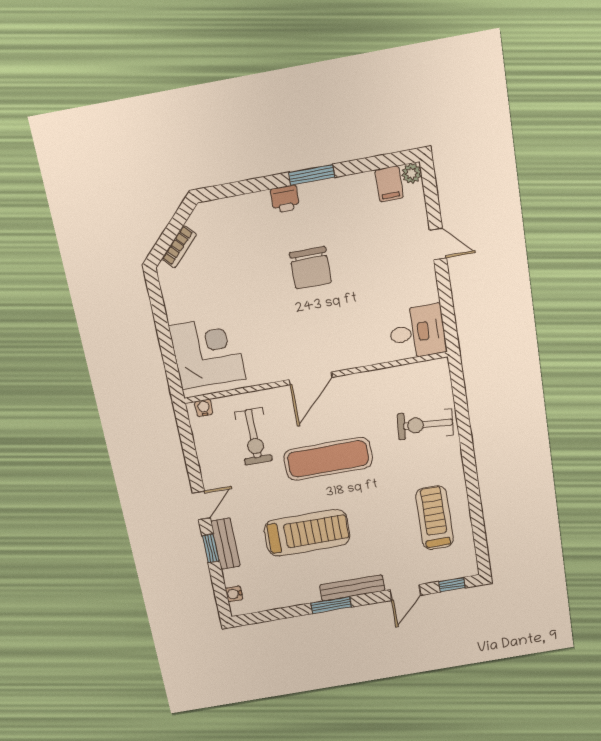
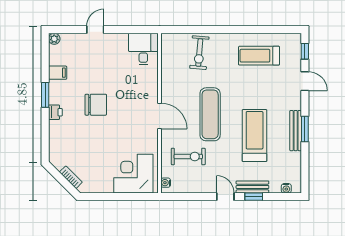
filing cabinet: (389, 184) -> (58, 73), moved
bench: (352, 588) -> (296, 131), moved

